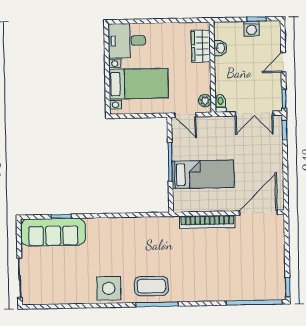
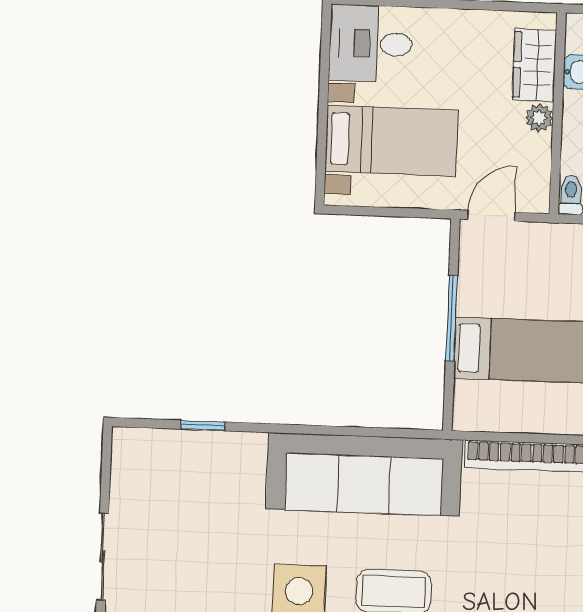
plant: (205, 101) -> (539, 118), moved
door: (185, 115) -> (491, 216), swing flipped
sofa: (53, 232) -> (364, 474), moved, width x1.36, depth x1.27

